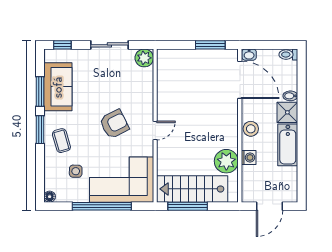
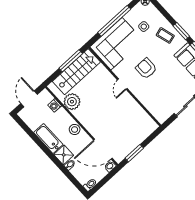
plant: (144, 58) -> (162, 116), removed
armchair: (114, 124) -> (146, 68), turned 117
washing machine: (249, 157) -> (55, 105), moved

